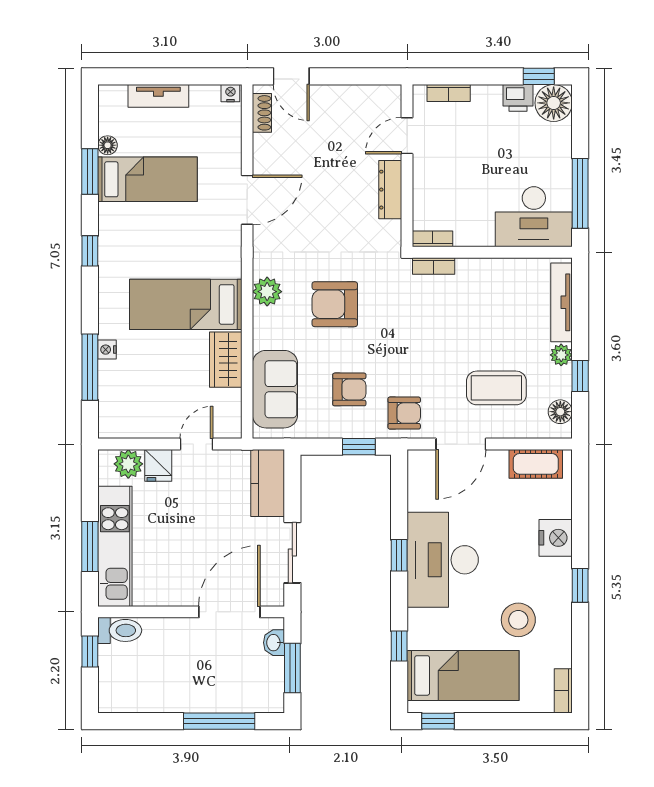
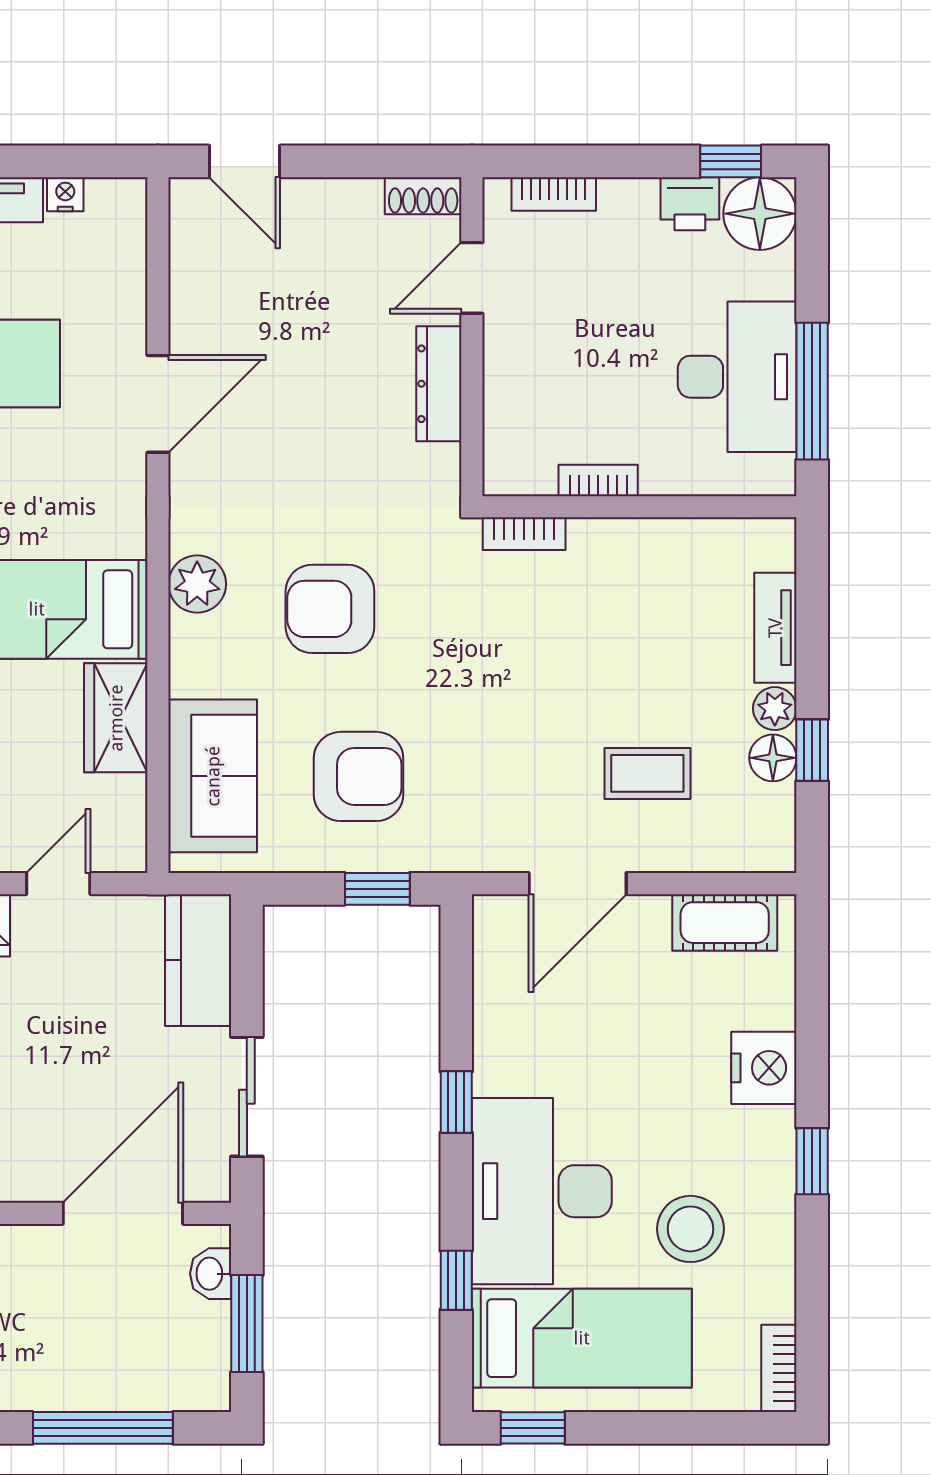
nightstand: (230, 93) -> (65, 194), moved
shoe rack: (262, 113) -> (423, 196), moved, turned 90
desk: (534, 217) -> (737, 377), moved, turned -90
bookcase: (432, 239) -> (598, 480), moved
tv unit: (562, 302) -> (775, 628), width x0.71
coffee table: (496, 388) -> (647, 773), width x0.73, depth x0.77
armchair: (349, 389) -> (359, 776), width x1.38, depth x1.38
floor lamp: (560, 412) -> (773, 758), moved
armchair: (404, 413) -> (466, 823), removed
desk: (443, 560) -> (542, 1191), moved

